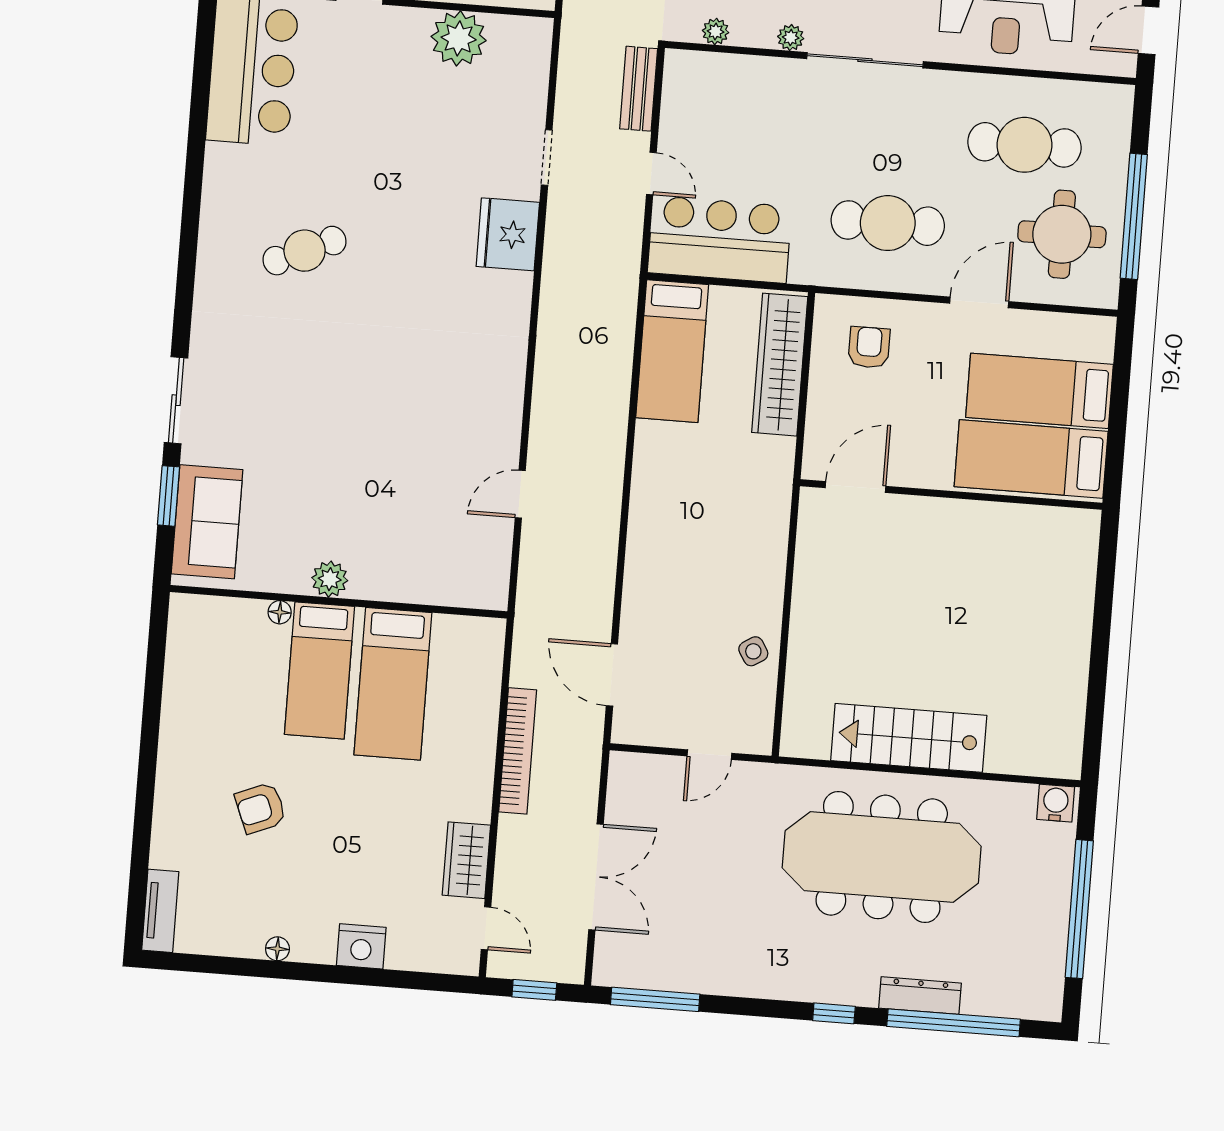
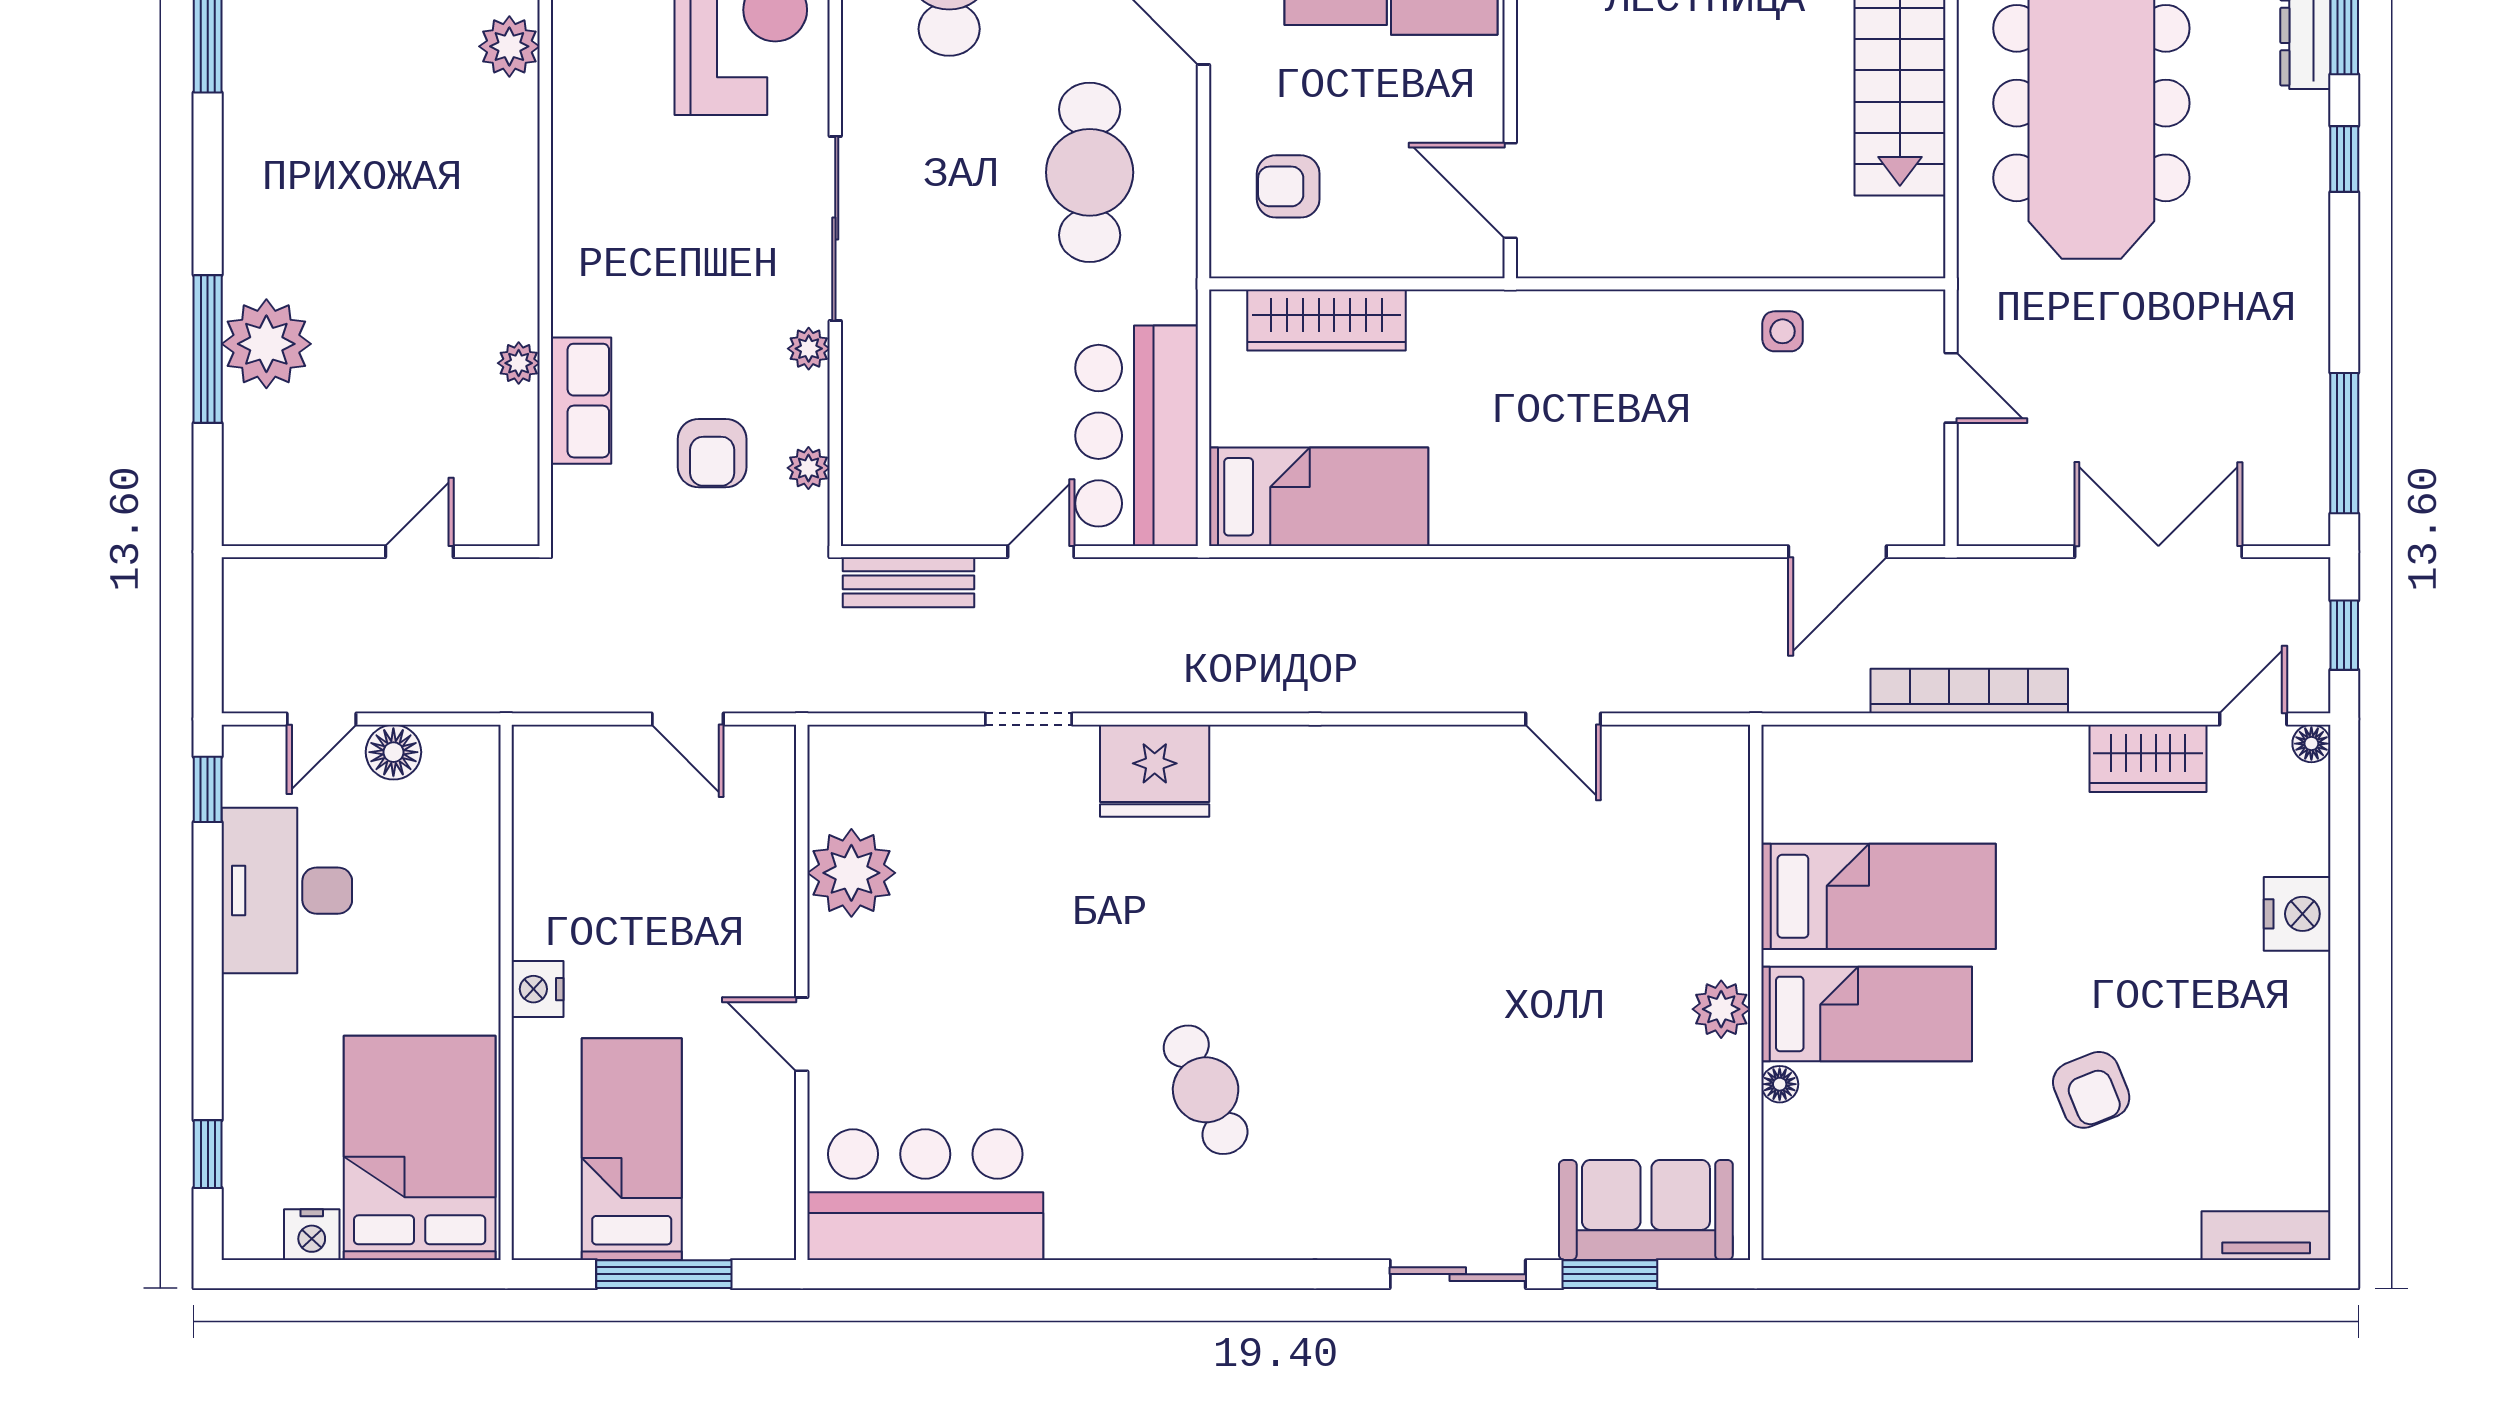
wardrobe: (780, 365) -> (1326, 320), width x0.71, depth x0.85
side table: (753, 651) -> (1783, 331), turned 32
floor lamp: (277, 949) -> (2311, 744), moved

